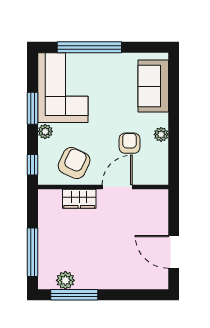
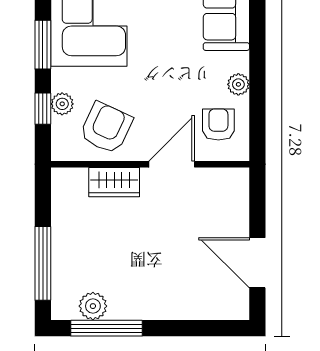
plant: (45, 131) -> (62, 104), moved
armchair: (130, 143) -> (218, 124), moved
window: (32, 165) -> (43, 109), moved

